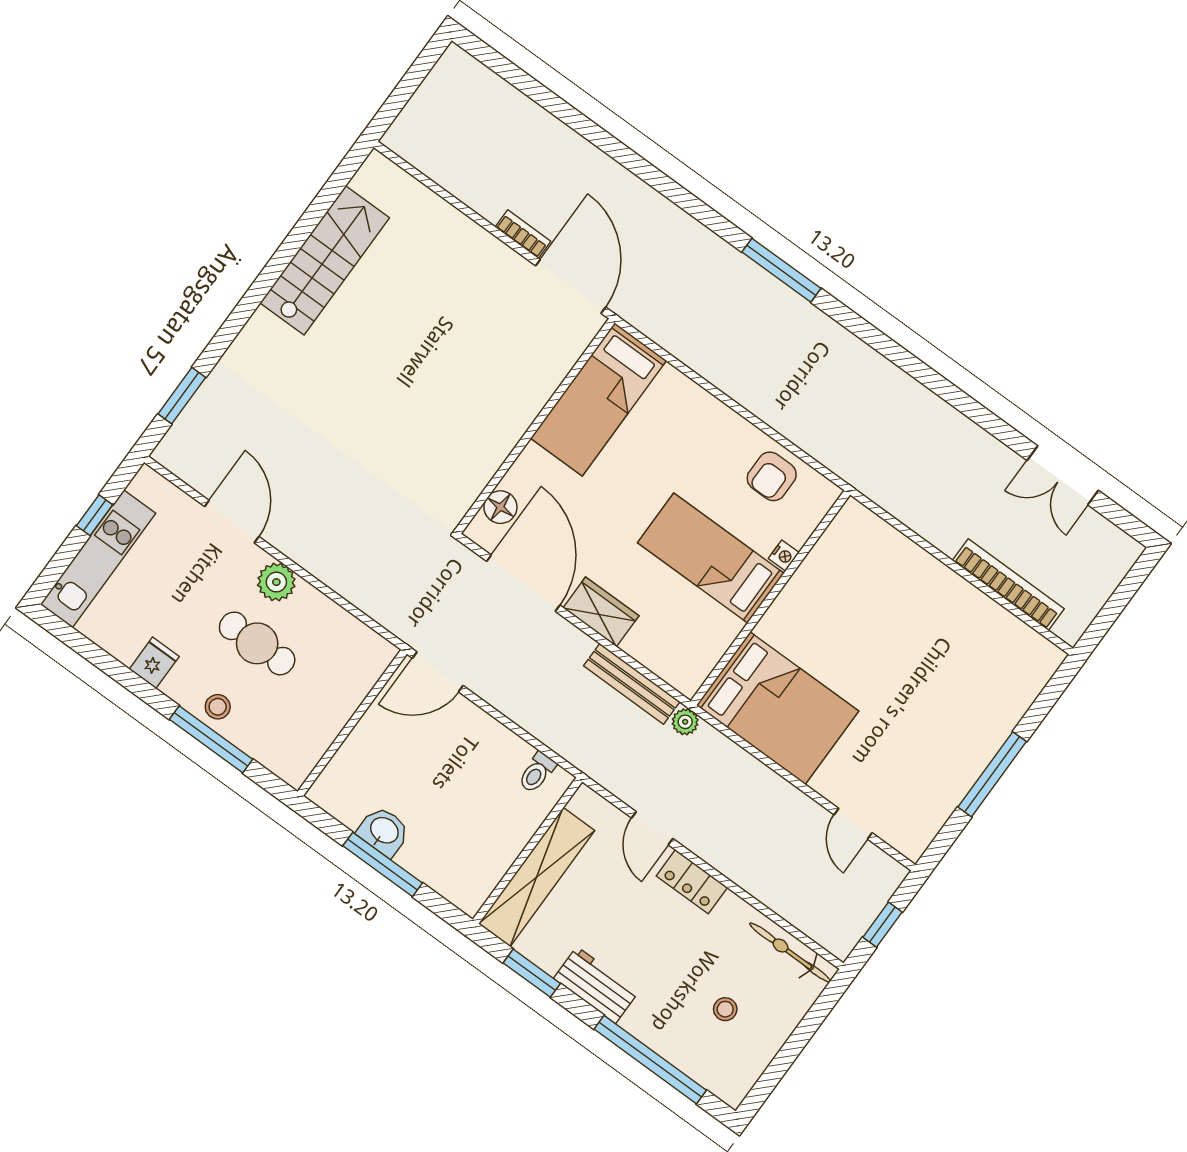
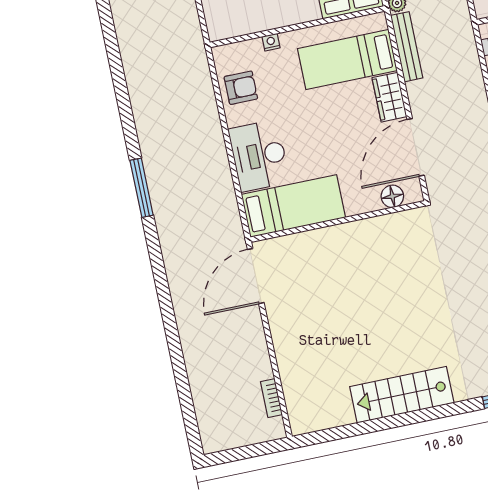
bookcase: (523, 234) -> (271, 398), moved
stairs: (325, 260) -> (402, 395), moved
desk: (685, 420) -> (259, 156), added
bed: (711, 558) -> (347, 60), moved, turned 90

